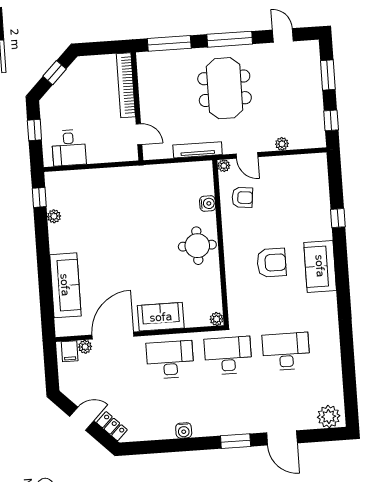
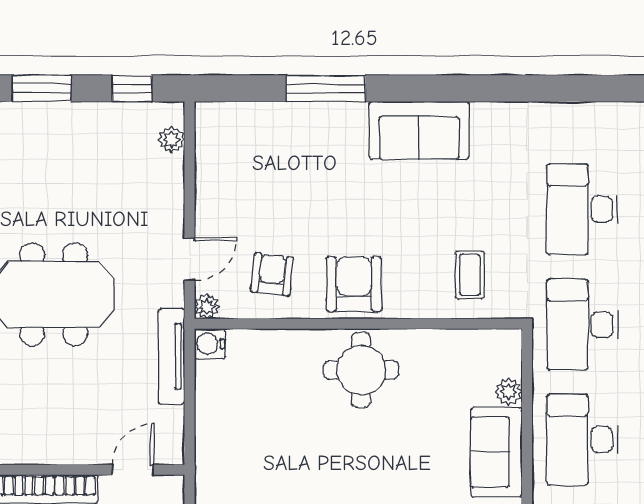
plant: (282, 144) -> (172, 140), moved
water cooler: (208, 203) -> (210, 344), moved, turned -90
window: (338, 218) -> (326, 88), width x2.17
armchair: (271, 263) -> (354, 284), moved
coffee table: (249, 297) -> (470, 275), added
plant: (217, 319) -> (509, 392), moved

